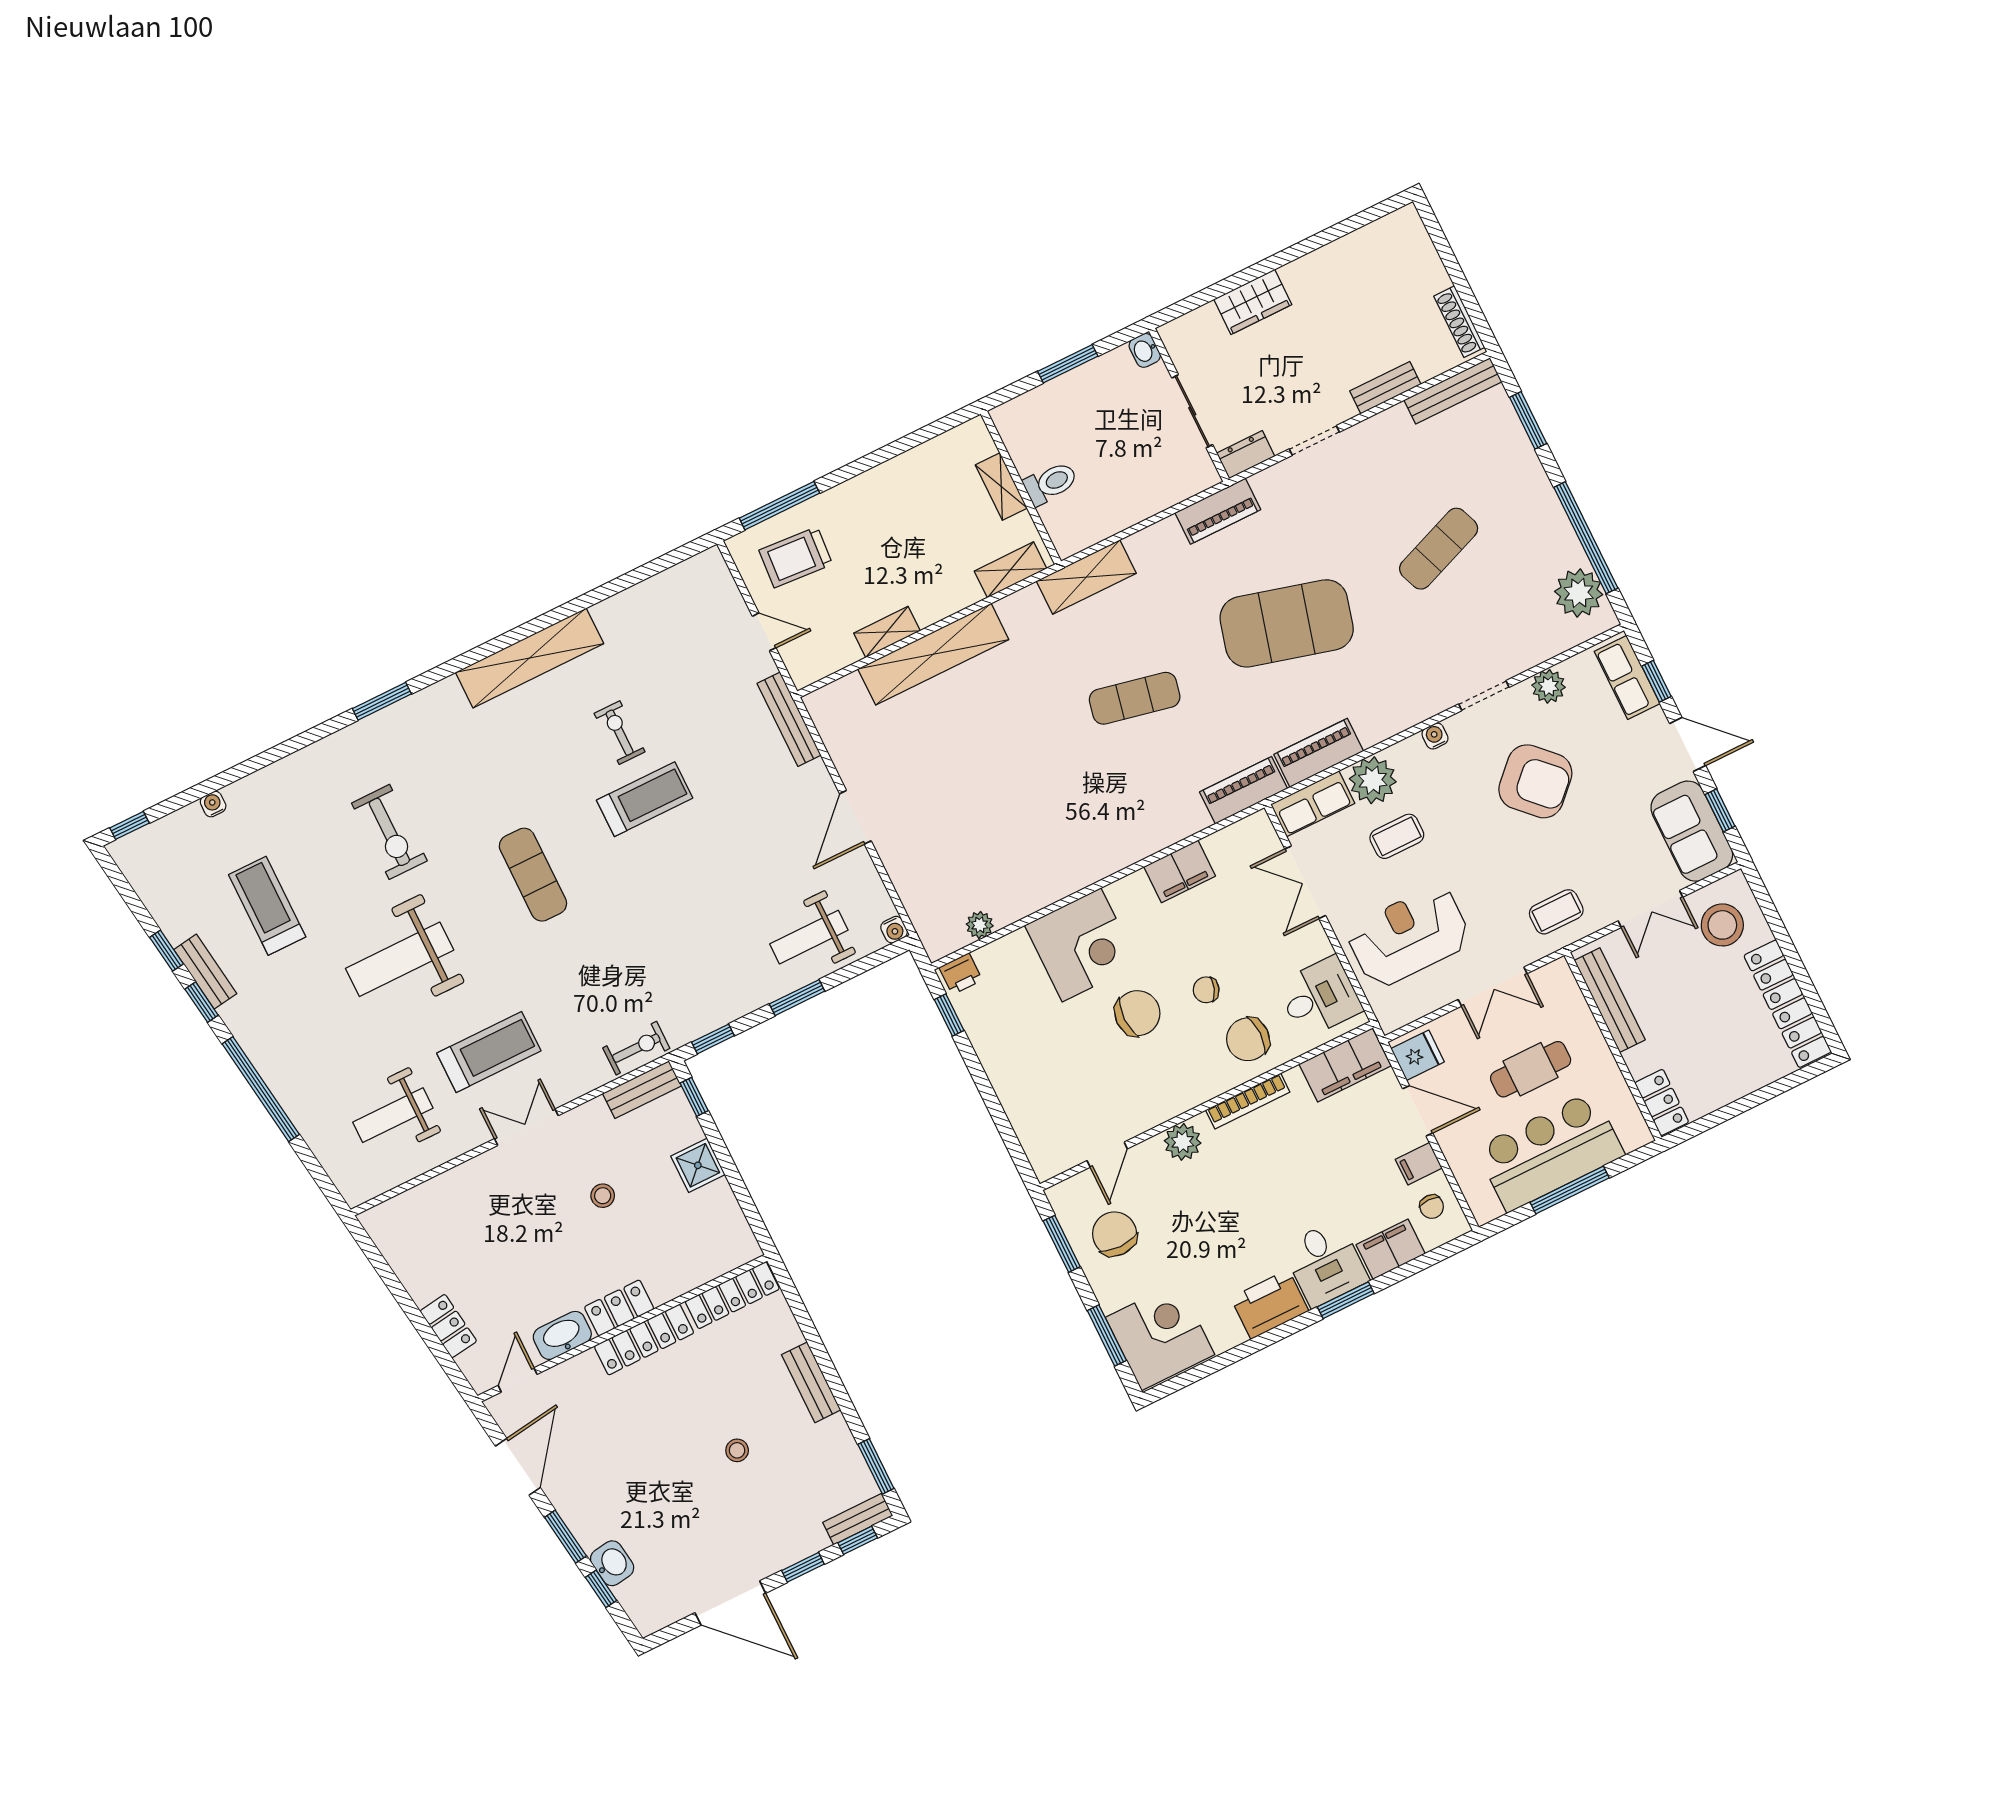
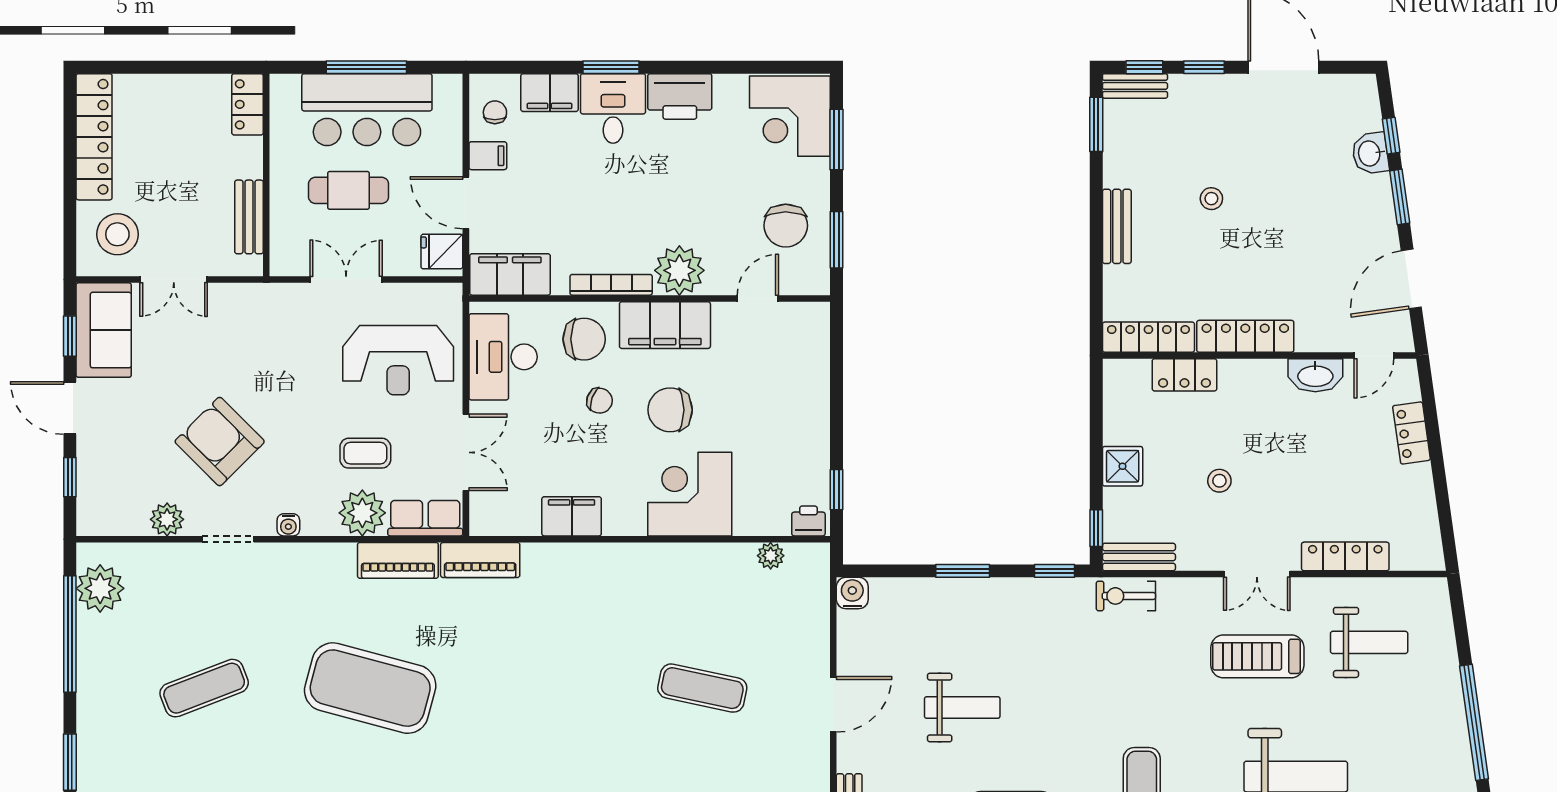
row of seats: (1627, 677) -> (94, 493), removed
exercise mat: (1135, 698) -> (702, 688), moved
double door: (1650, 909) -> (174, 279), swing flipped
coffee table: (1556, 912) -> (258, 318), removed
water cooler: (894, 930) -> (852, 593), width x1.38, depth x1.38
weight bench: (809, 937) -> (962, 707), moved
desk: (1319, 997) -> (503, 357), width x1.37
bench: (1610, 1000) -> (249, 217), width x0.73
filing cabinet: (1180, 1088) -> (665, 325), added
plant: (1183, 1142) -> (679, 270), width x1.36, depth x1.36
locker: (453, 1183) -> (1345, 556), added
locker: (619, 1308) -> (1184, 375), moved

